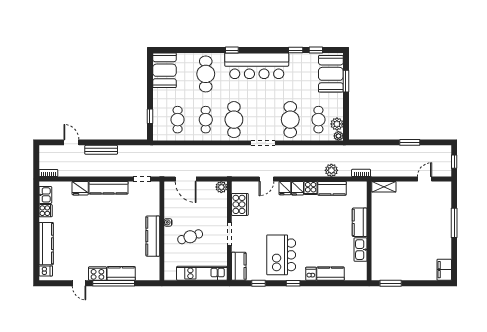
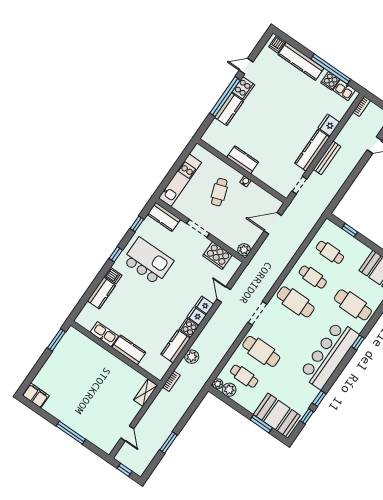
bench: (101, 150) -> (327, 158), moved
window: (36, 217) -> (331, 69), added
kitchen counter: (153, 236) -> (243, 160), width x0.67

